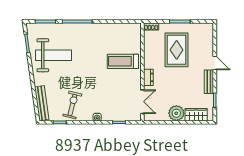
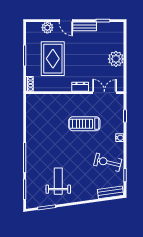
plant: (208, 44) -> (47, 28), added
rug: (177, 50) -> (53, 59), turned 90
weight bench: (53, 55) -> (58, 181), width x0.73, depth x0.75
treadmill: (123, 61) -> (84, 124), moved, turned 90
door: (215, 63) -> (66, 21), swing flipped
bench: (42, 103) -> (110, 192), width x0.73
wardrobe: (196, 115) -> (117, 39), removed

